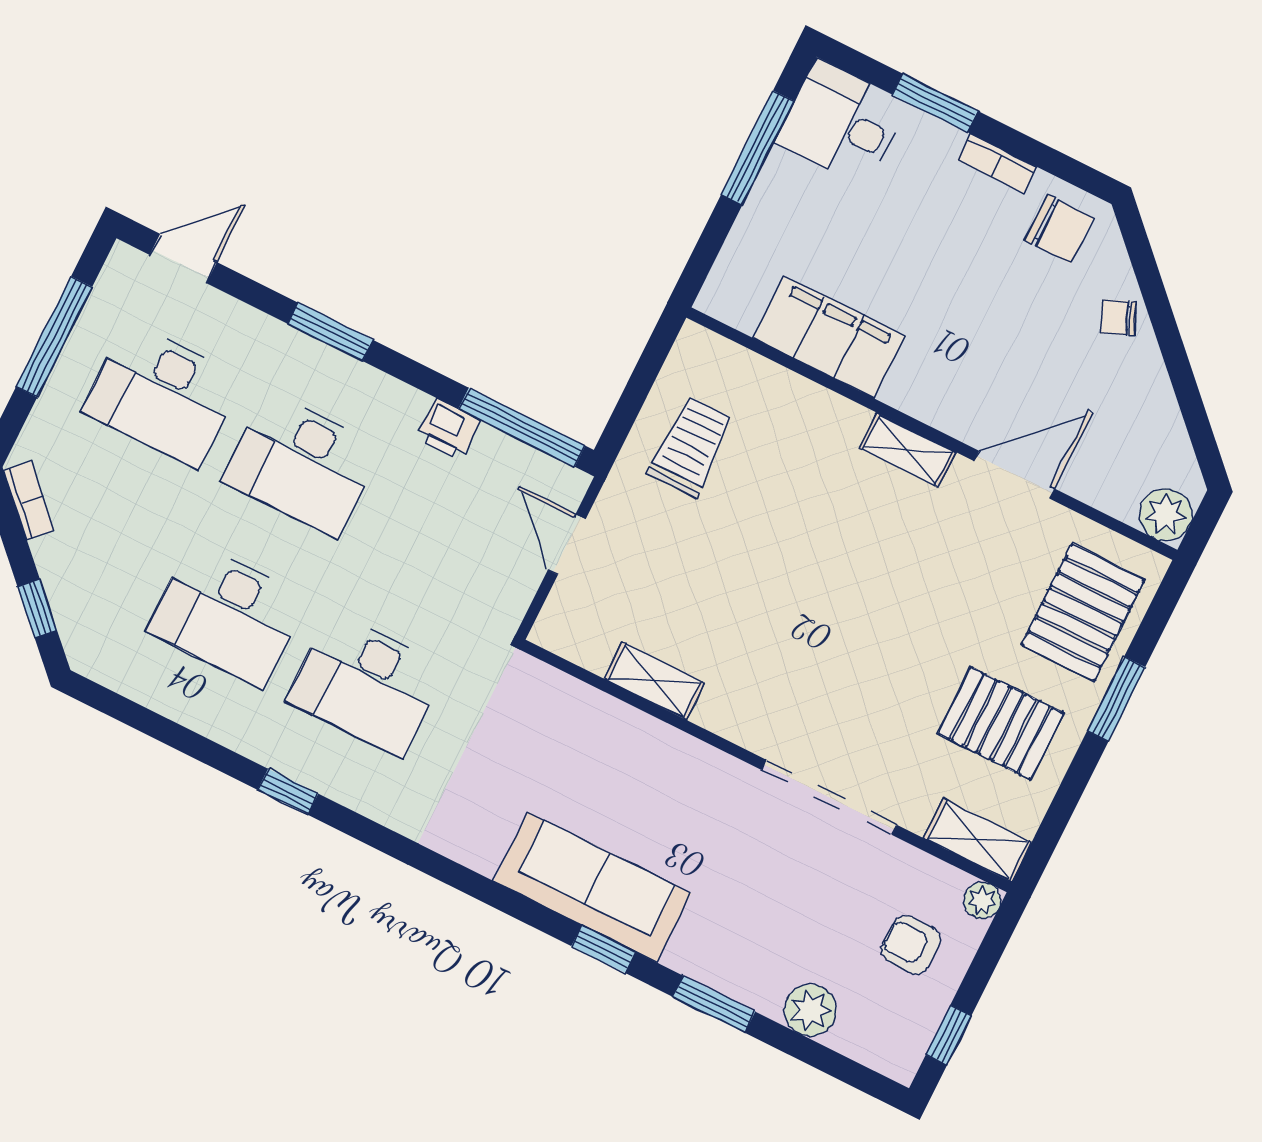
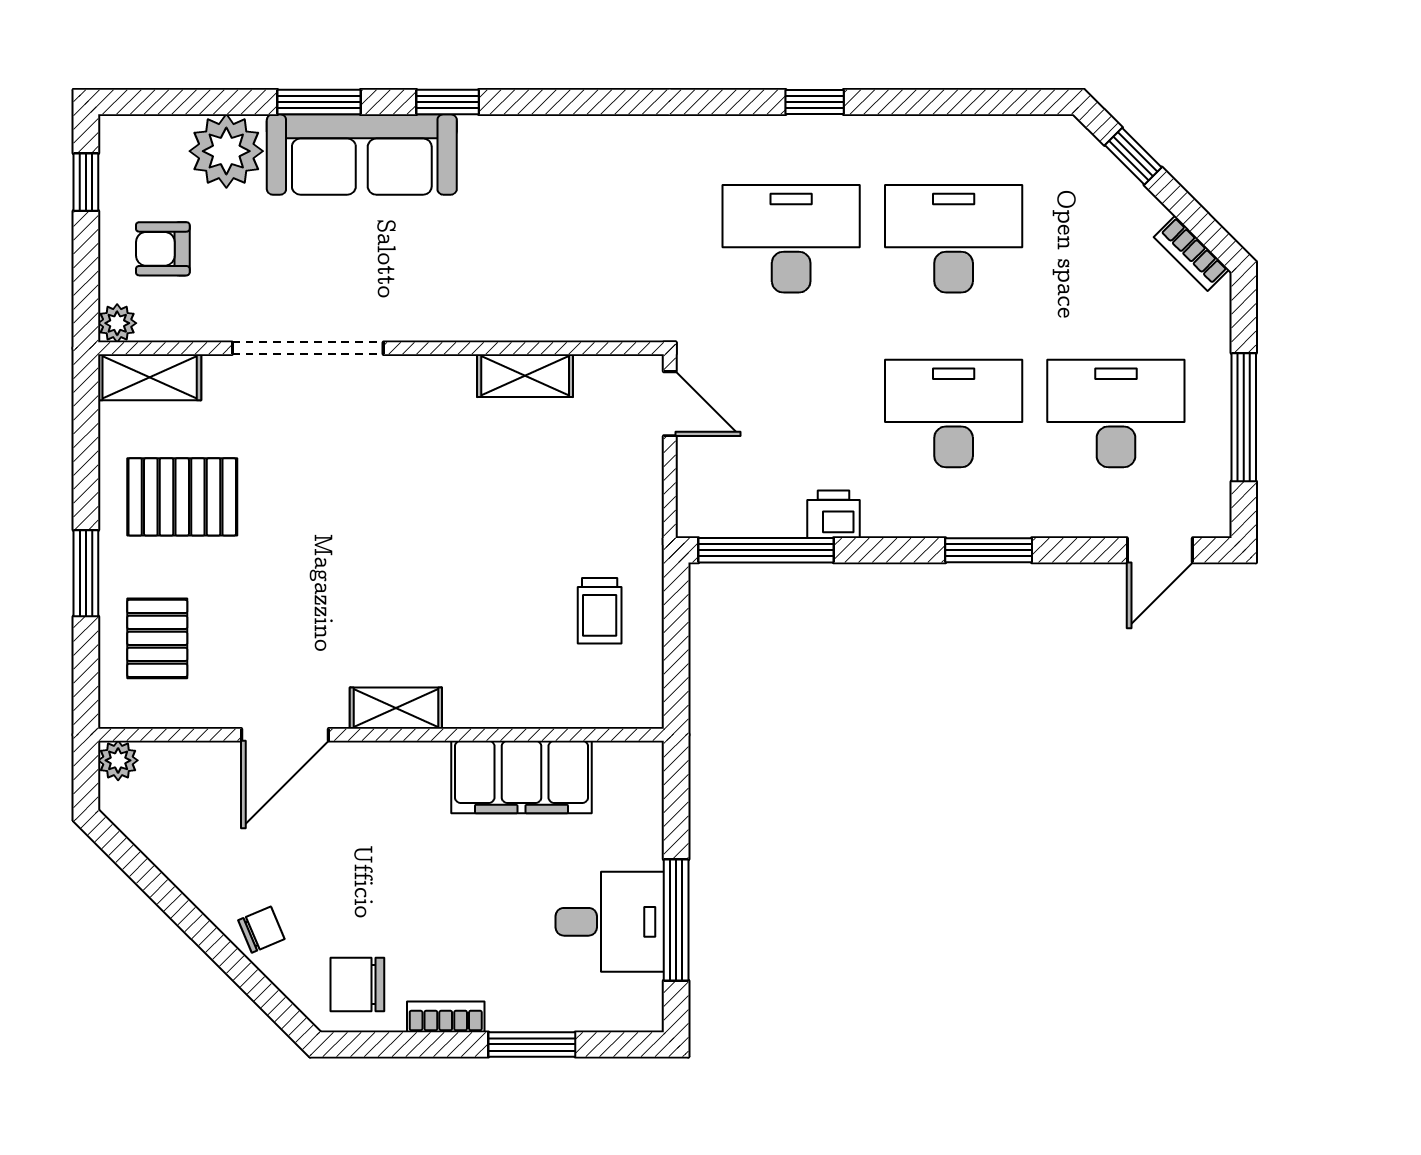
desk: (841, 123) -> (610, 922), moved
trolley: (691, 447) -> (600, 611), width x0.73, depth x0.72
plant: (1166, 515) -> (118, 760), width x0.73, depth x0.73
door: (567, 544) -> (670, 404), moved
pallet: (1083, 612) -> (157, 638), width x0.67, depth x0.71
sofa: (592, 887) -> (362, 155), moved
armchair: (911, 945) -> (163, 249), turned 180
plant: (810, 1010) -> (226, 151), width x1.36, depth x1.36

